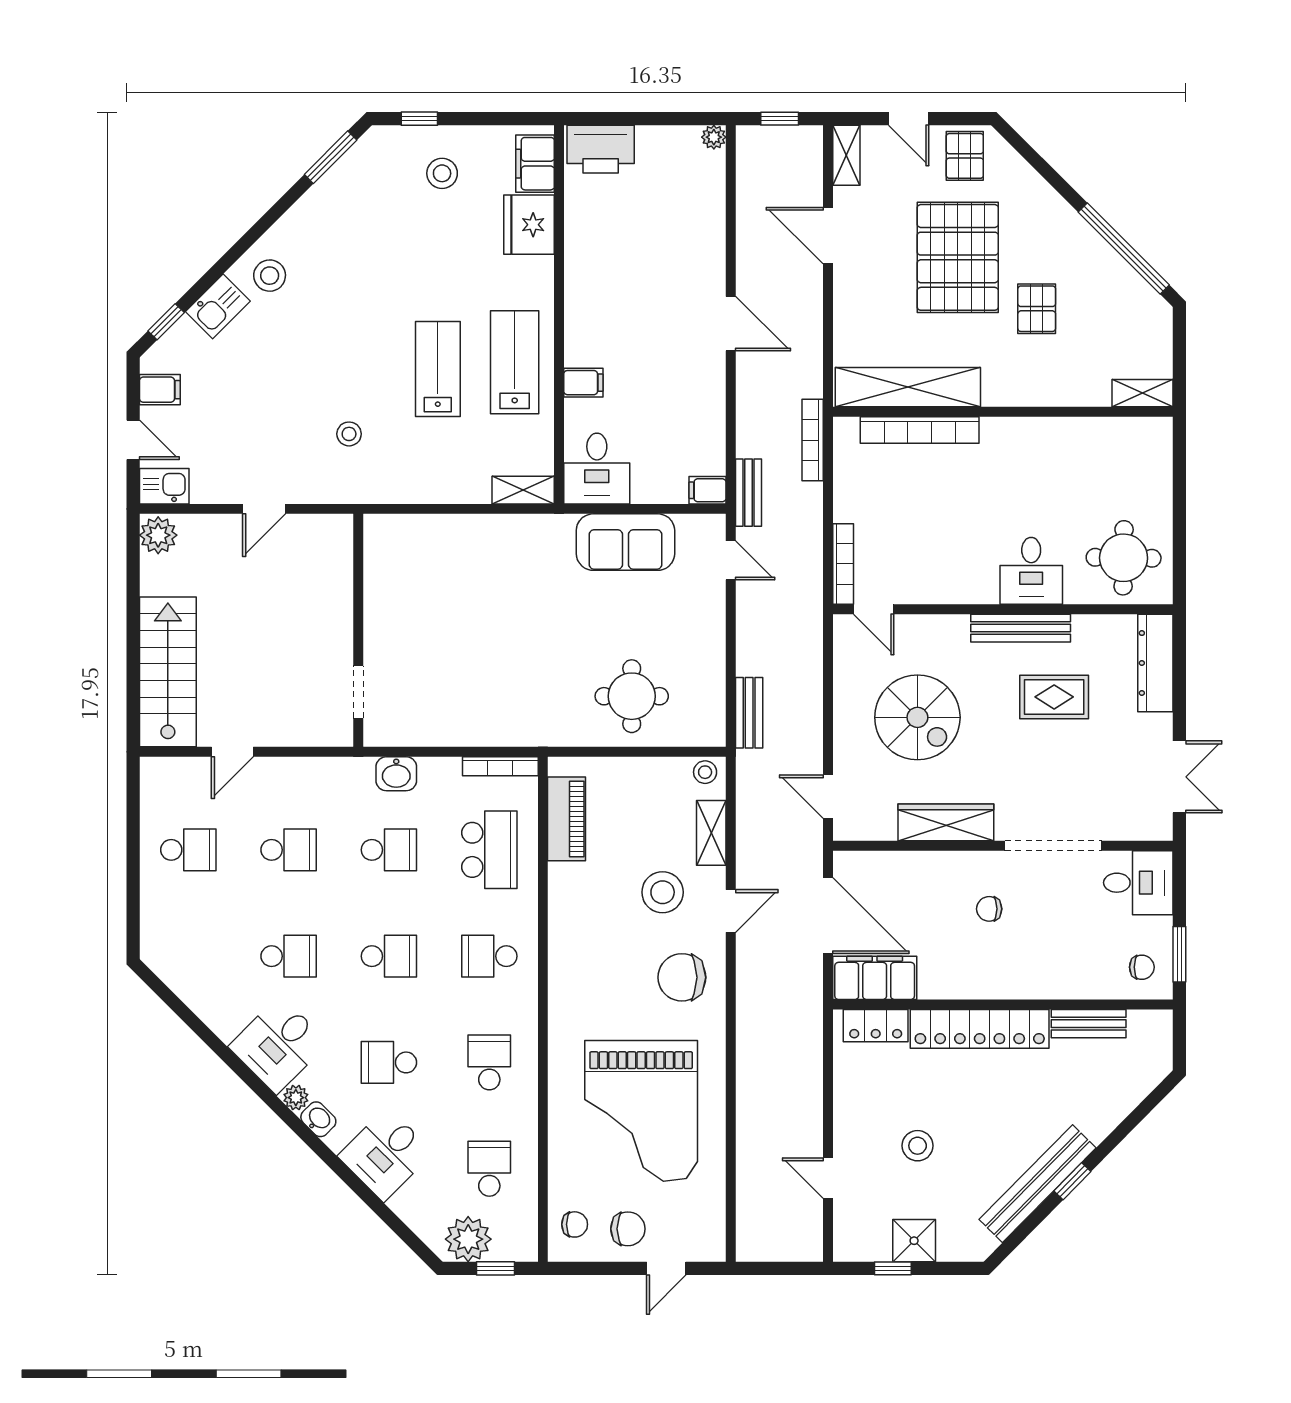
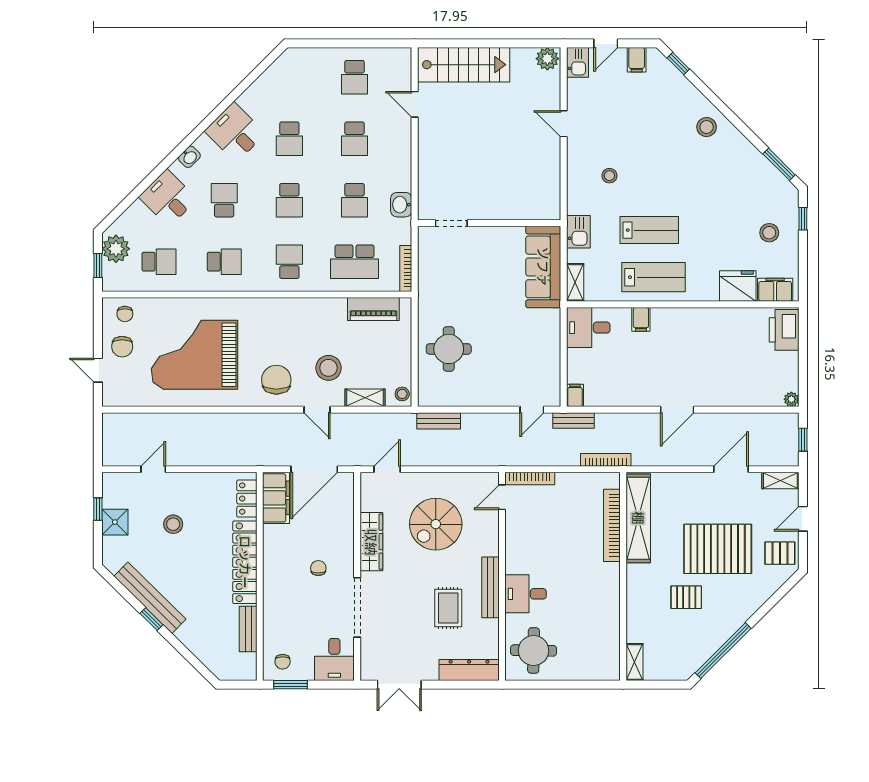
kitchen sink: (218, 306) -> (578, 232), moved, turned -135
sofa: (625, 542) -> (543, 267), moved, width x1.36
wall: (358, 630) -> (489, 223), moved
doorway: (358, 692) -> (451, 223), moved
plant: (296, 1098) -> (203, 143), removed

